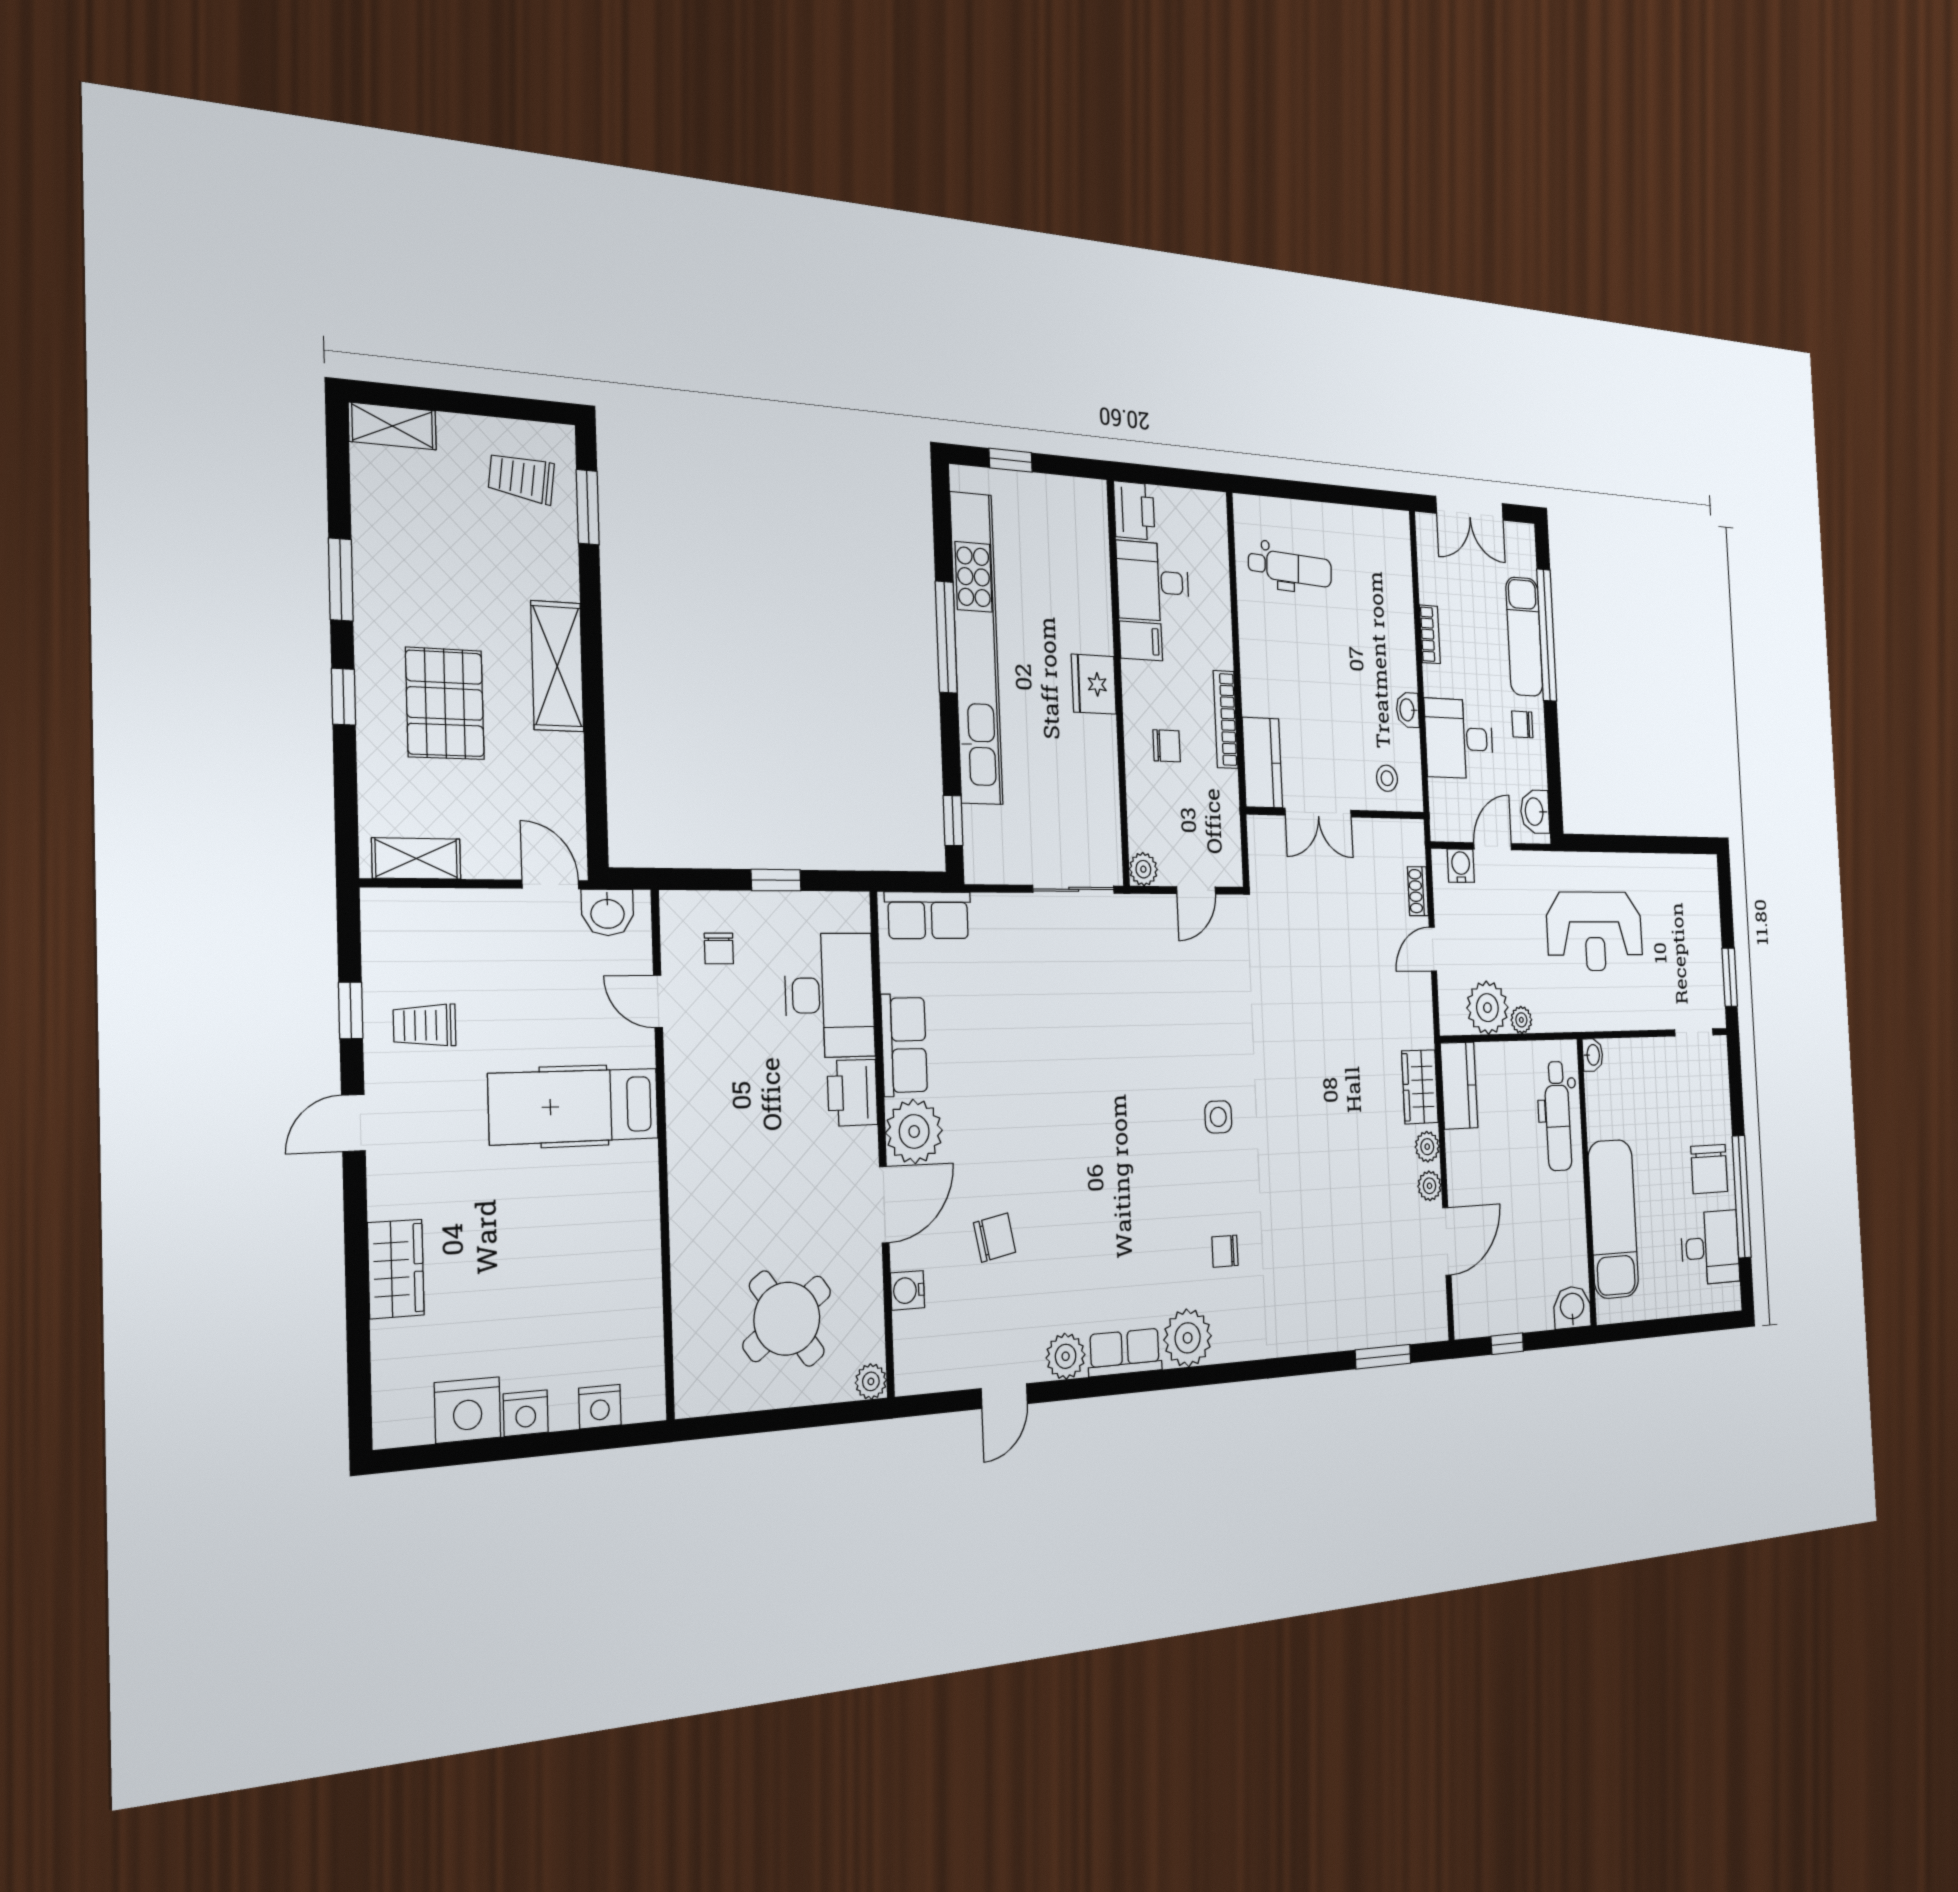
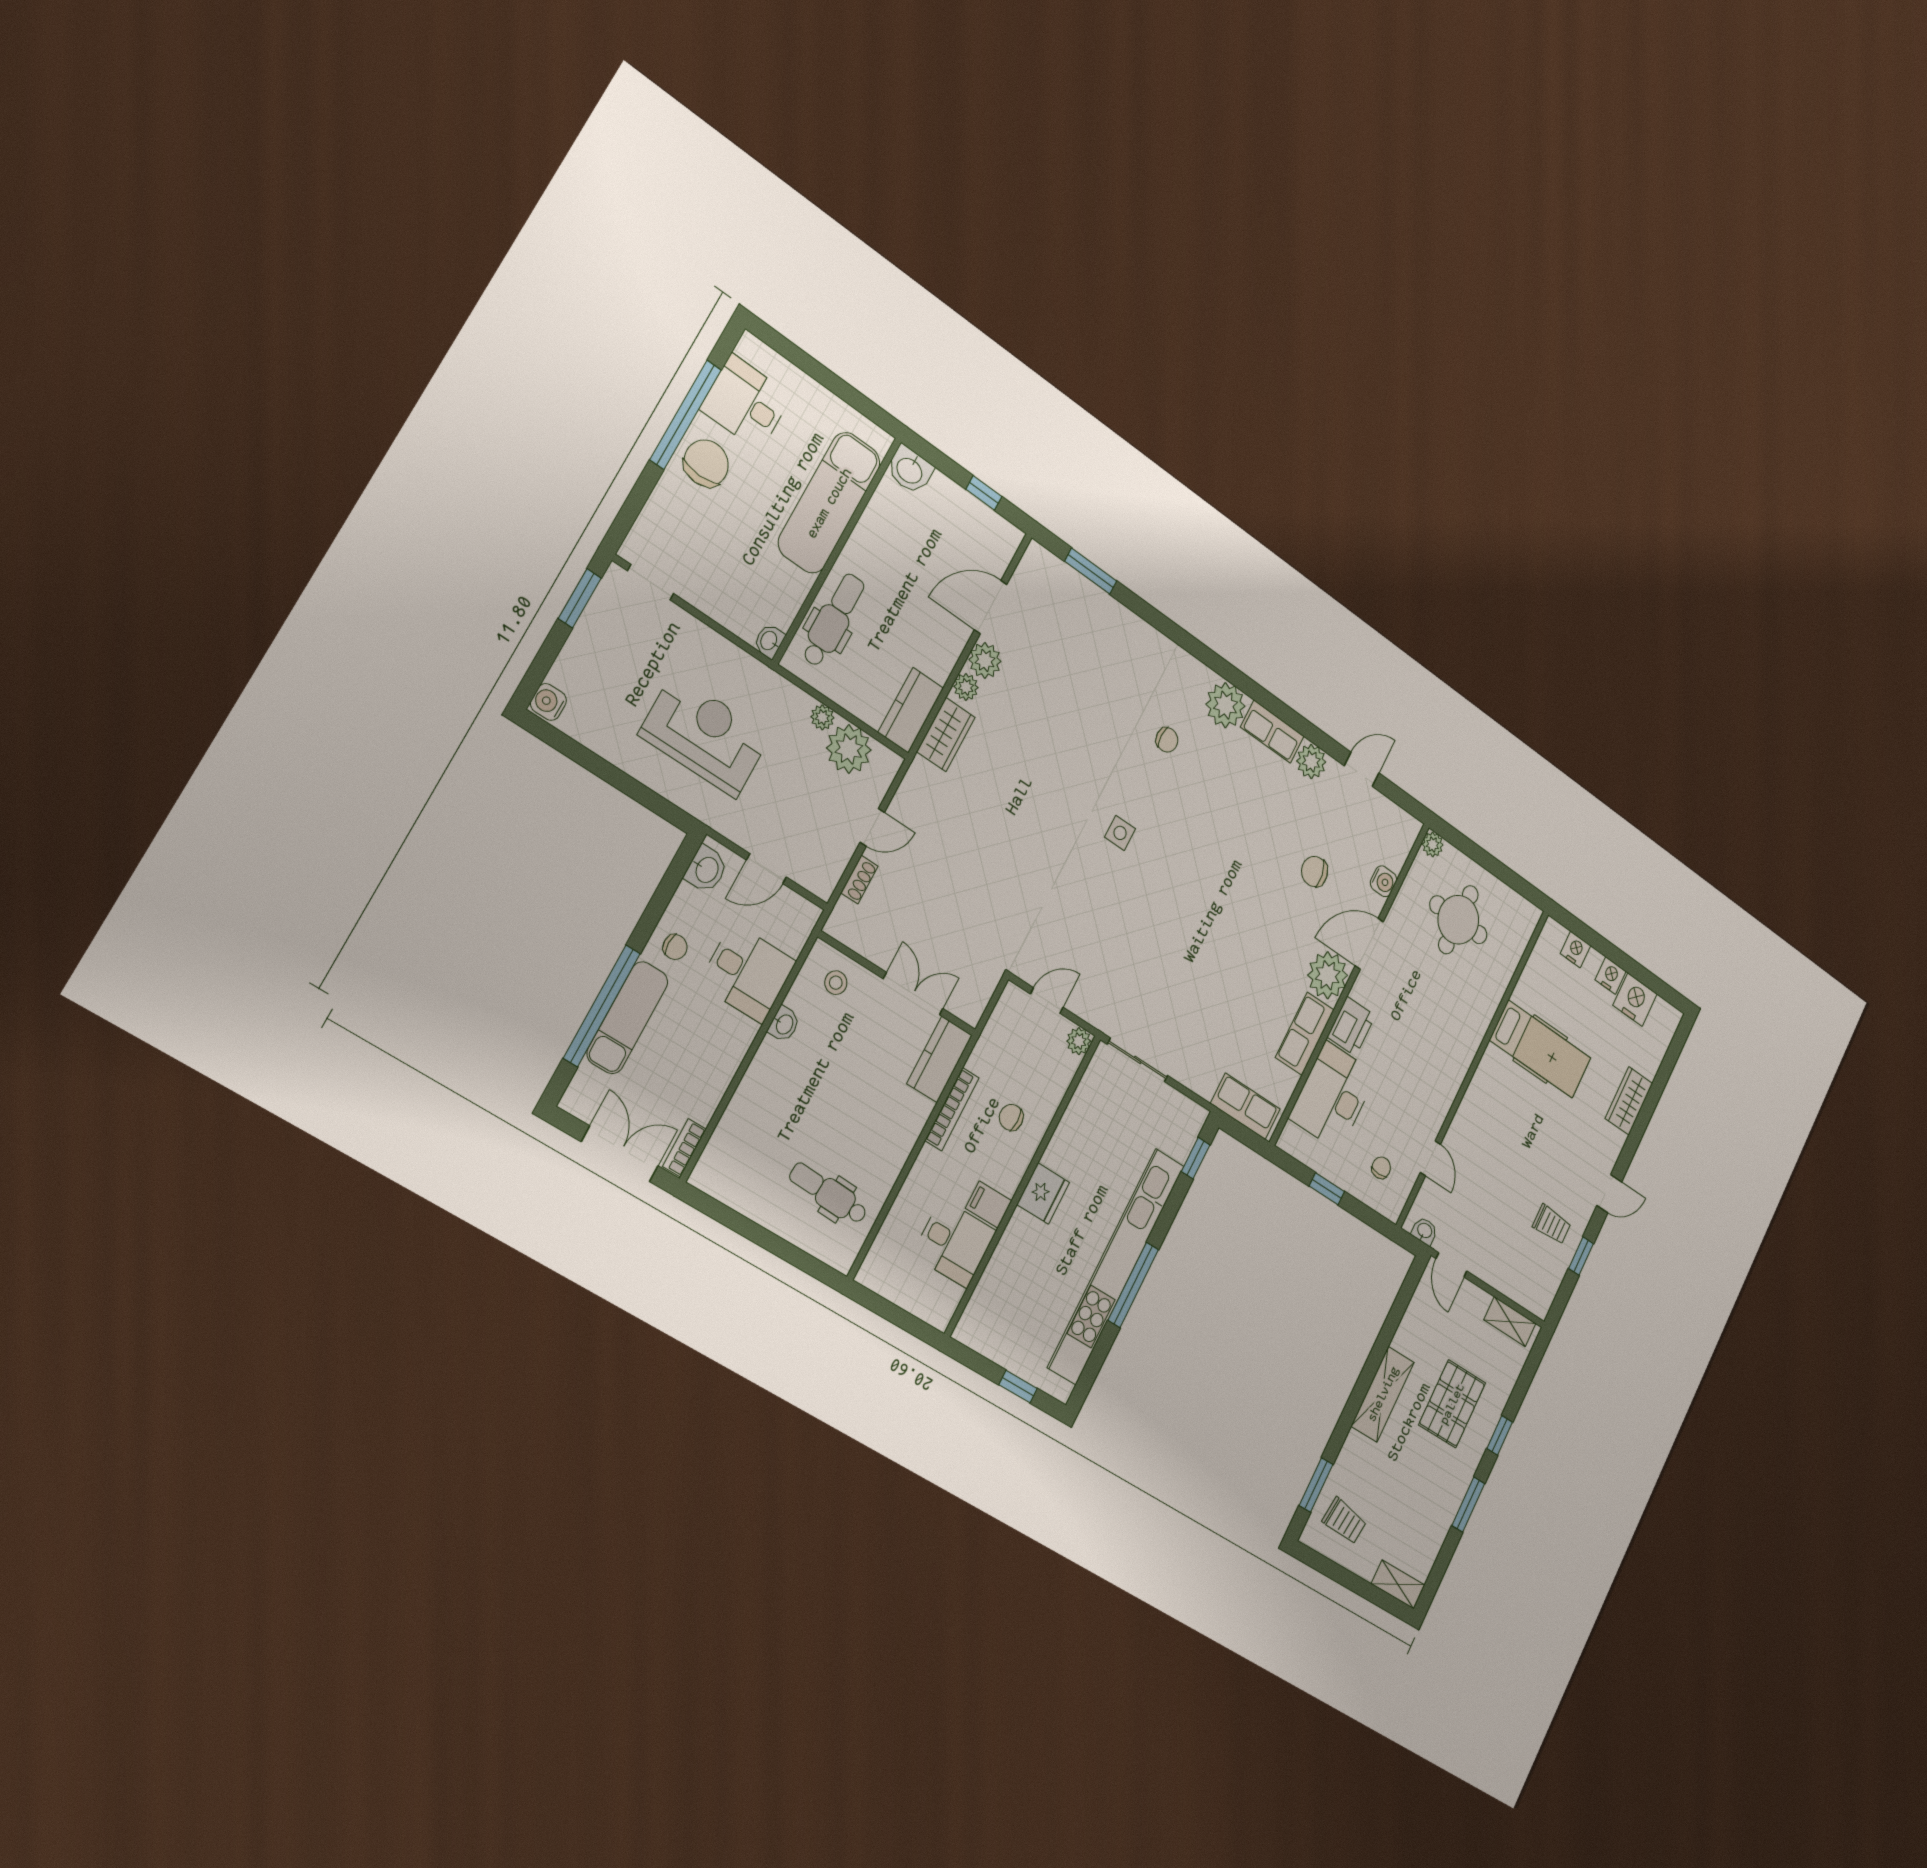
printer: (1134, 511) -> (940, 1303), removed
bookcase: (1430, 634) -> (684, 1148), moved
water cooler: (1461, 866) -> (548, 702), moved, turned 90
washbasin: (608, 912) -> (1424, 1231), width x0.72, depth x0.69
hospital bed: (574, 1106) -> (1540, 1049), moved
plant: (1430, 1186) -> (985, 660), width x1.38, depth x1.38
round table: (787, 1319) -> (1458, 920), turned 36

